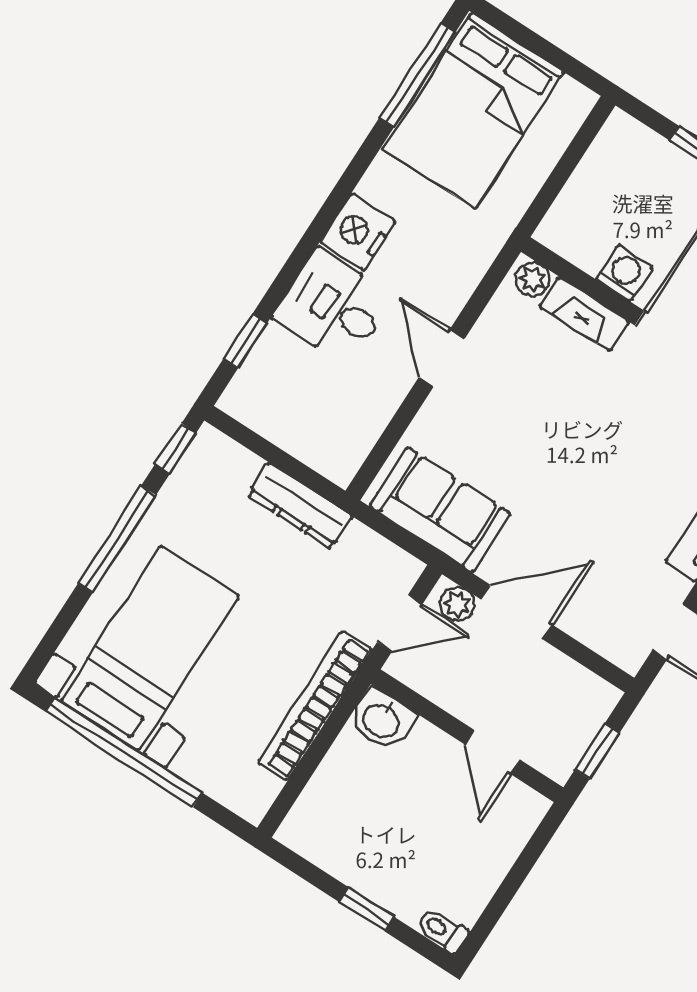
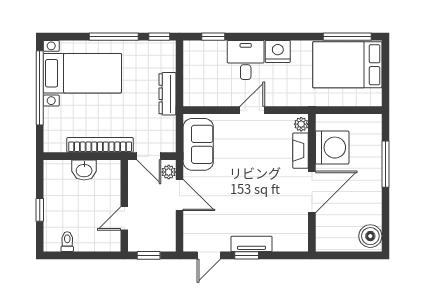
washing machine: (624, 273) -> (332, 148), width x1.89, depth x1.89
washbasin: (382, 720) -> (84, 170), moved, turned -90
toilet: (442, 930) -> (67, 242), moved

